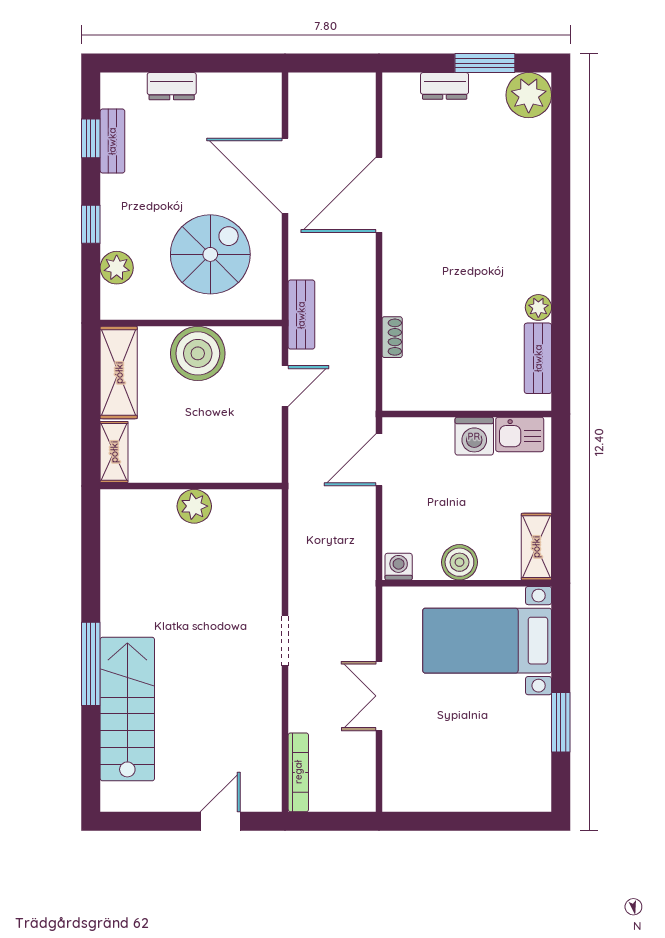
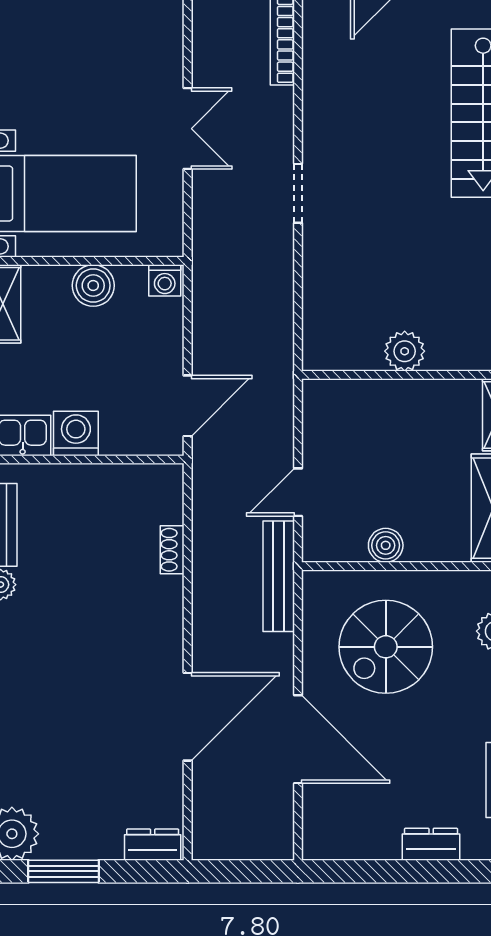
dresser: (445, 86) -> (153, 845), moved
bench: (301, 315) -> (279, 576), width x1.36
boiler: (198, 353) -> (386, 545), width x0.54, depth x0.54

